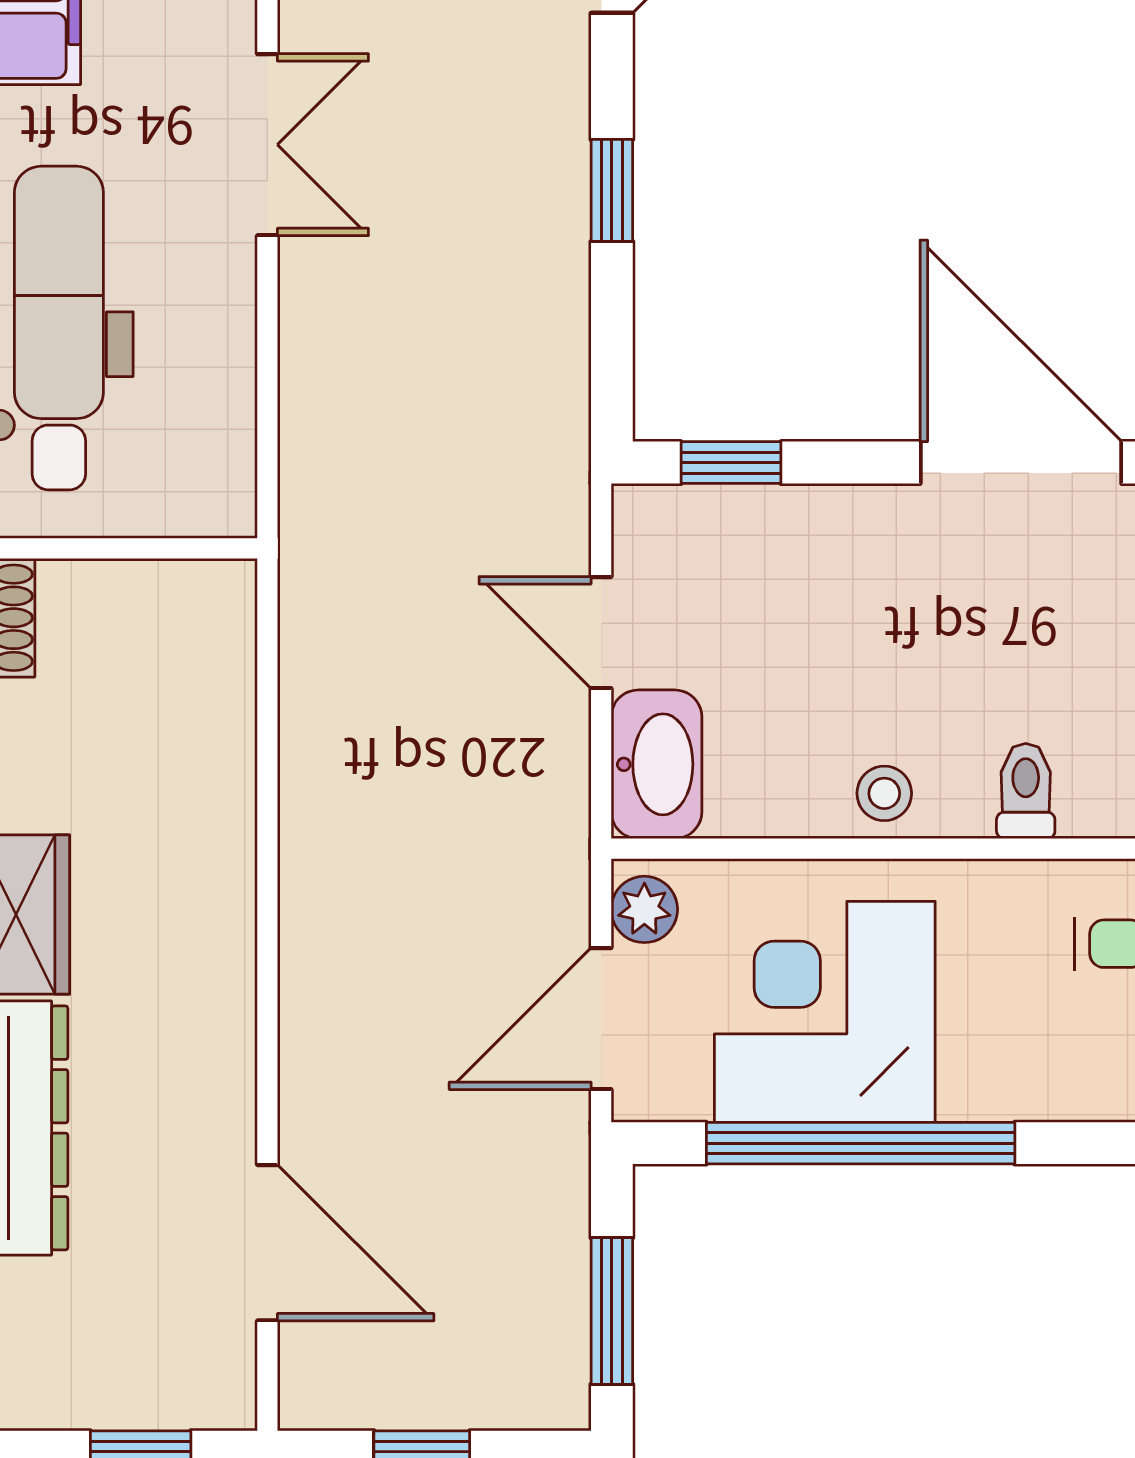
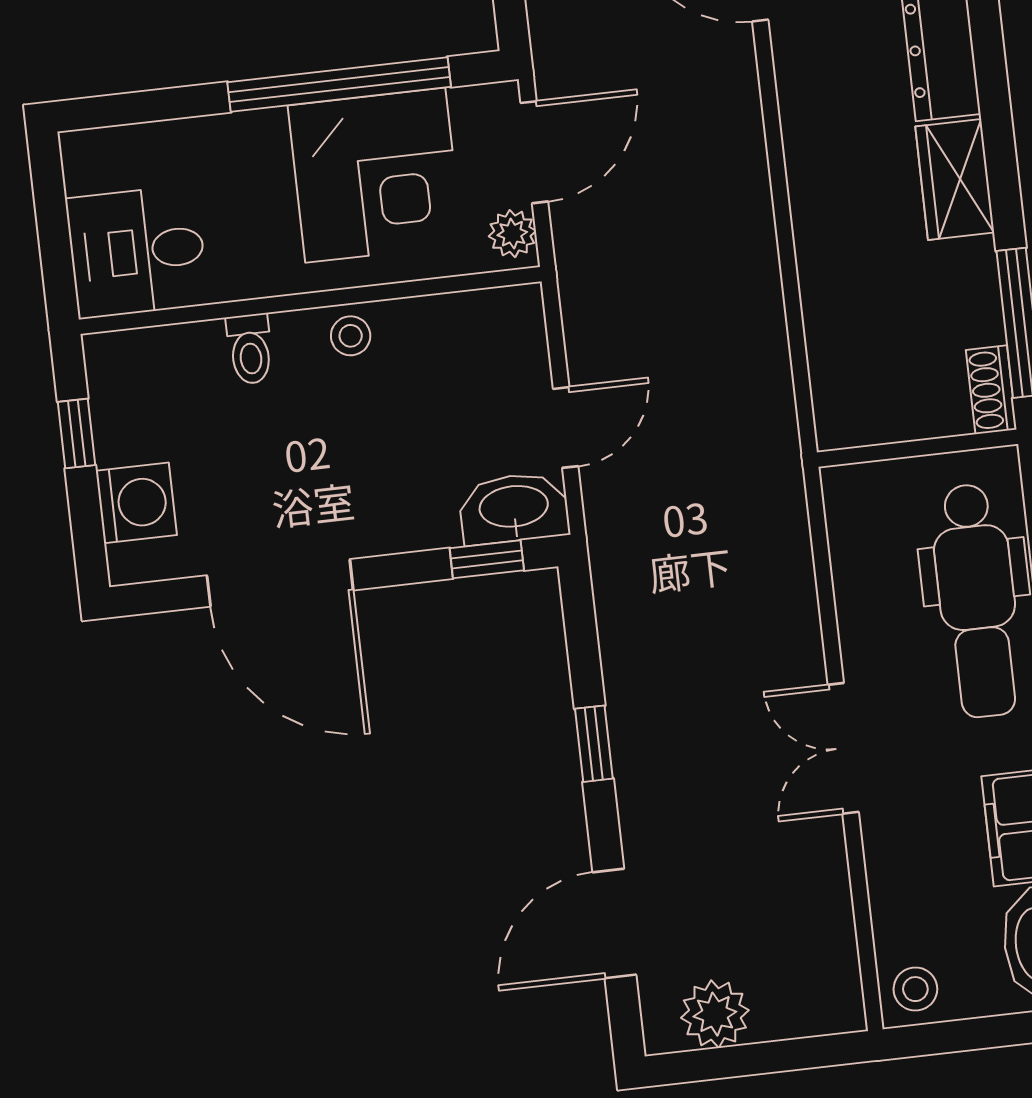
door: (601, 633) -> (566, 427), hinge flipped
washbasin: (656, 764) -> (514, 508), moved, turned 90

